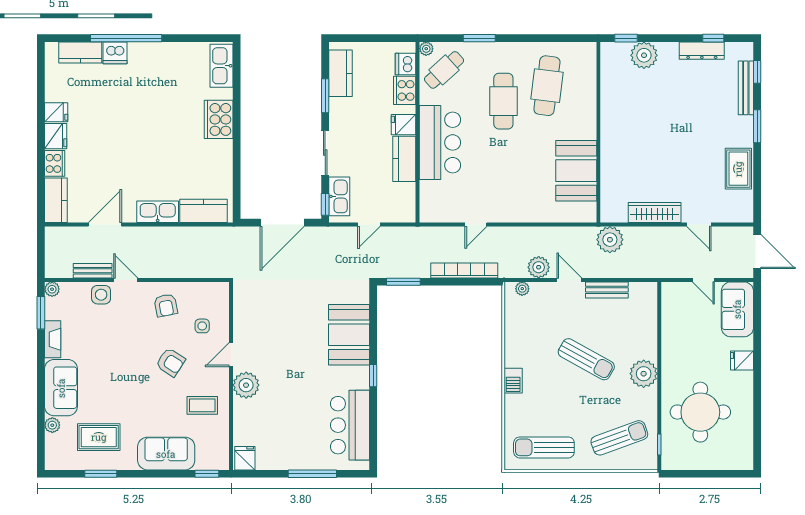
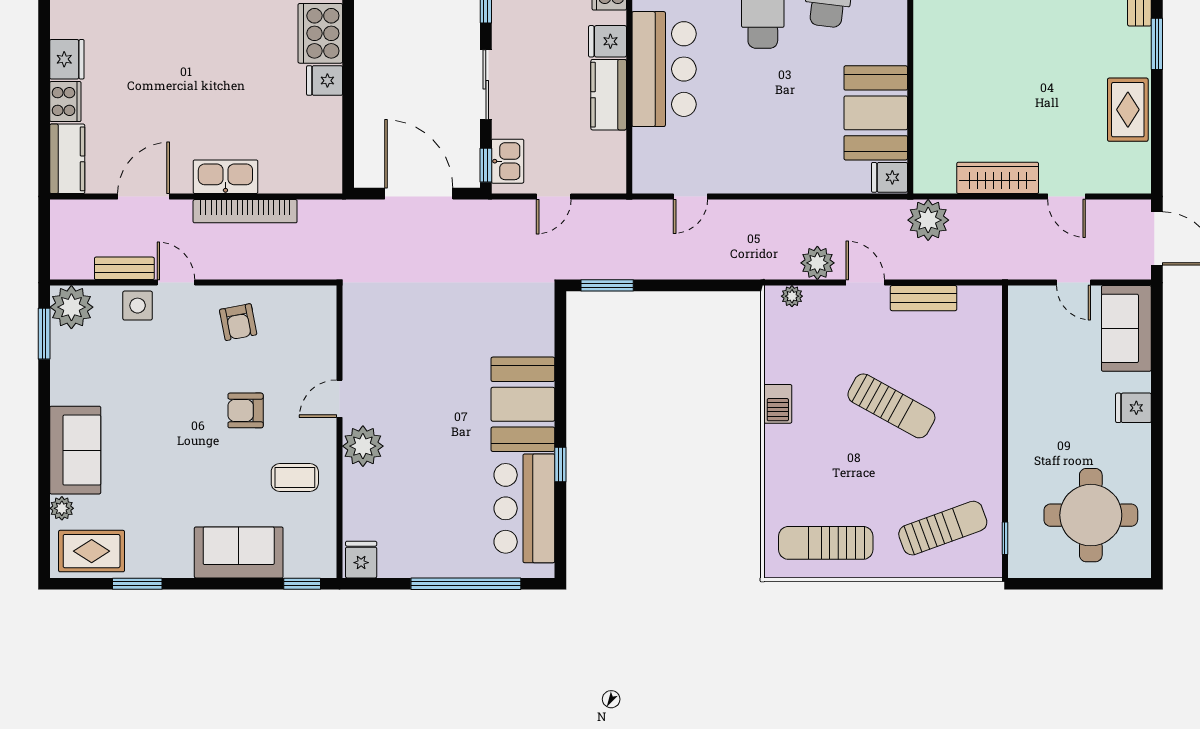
fridge: (56, 112) -> (325, 81), moved, turned 180
kitchen sink: (339, 196) -> (508, 161), width x0.73
kitchen counter: (203, 211) -> (297, 175), removed
fridge: (585, 212) -> (889, 177), added
door: (282, 223) -> (419, 194), swing flipped
door: (476, 225) -> (690, 197), moved
bookcase: (464, 270) -> (245, 211), moved, turned 180
plant: (52, 289) -> (71, 307), width x1.88, depth x1.88
side table: (202, 326) -> (295, 354), removed
booth: (349, 335) -> (523, 404), moved
fireplace: (53, 339) -> (62, 375), removed
armchair: (171, 362) -> (246, 410), turned 147
plant: (644, 374) -> (981, 428), removed
window: (373, 376) -> (560, 464), moved
barbecue: (513, 381) -> (778, 404), moved
round table: (700, 412) -> (1091, 515), moved
rug: (99, 437) -> (92, 551), moved
window: (312, 474) -> (466, 584), width x1.46

